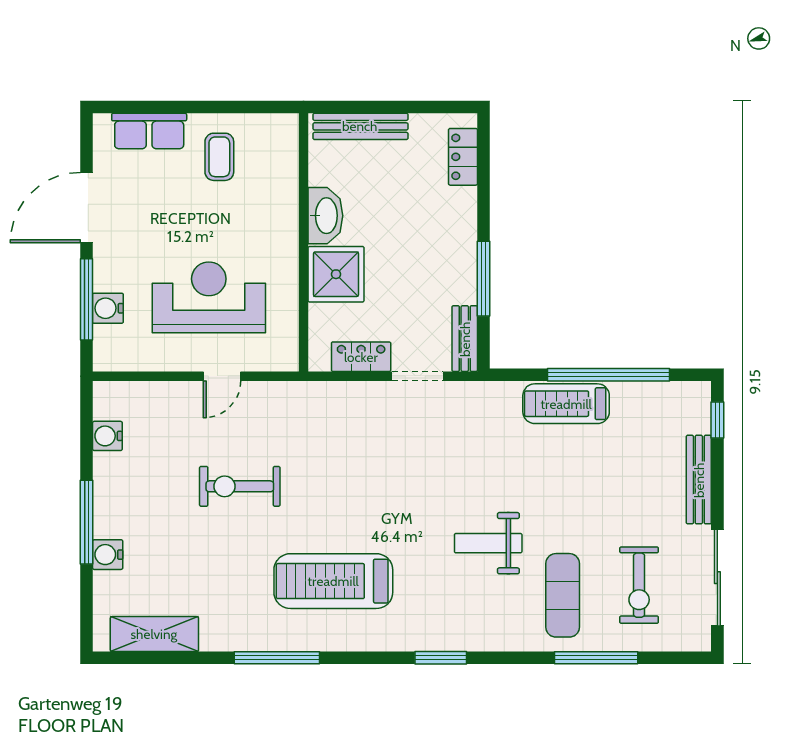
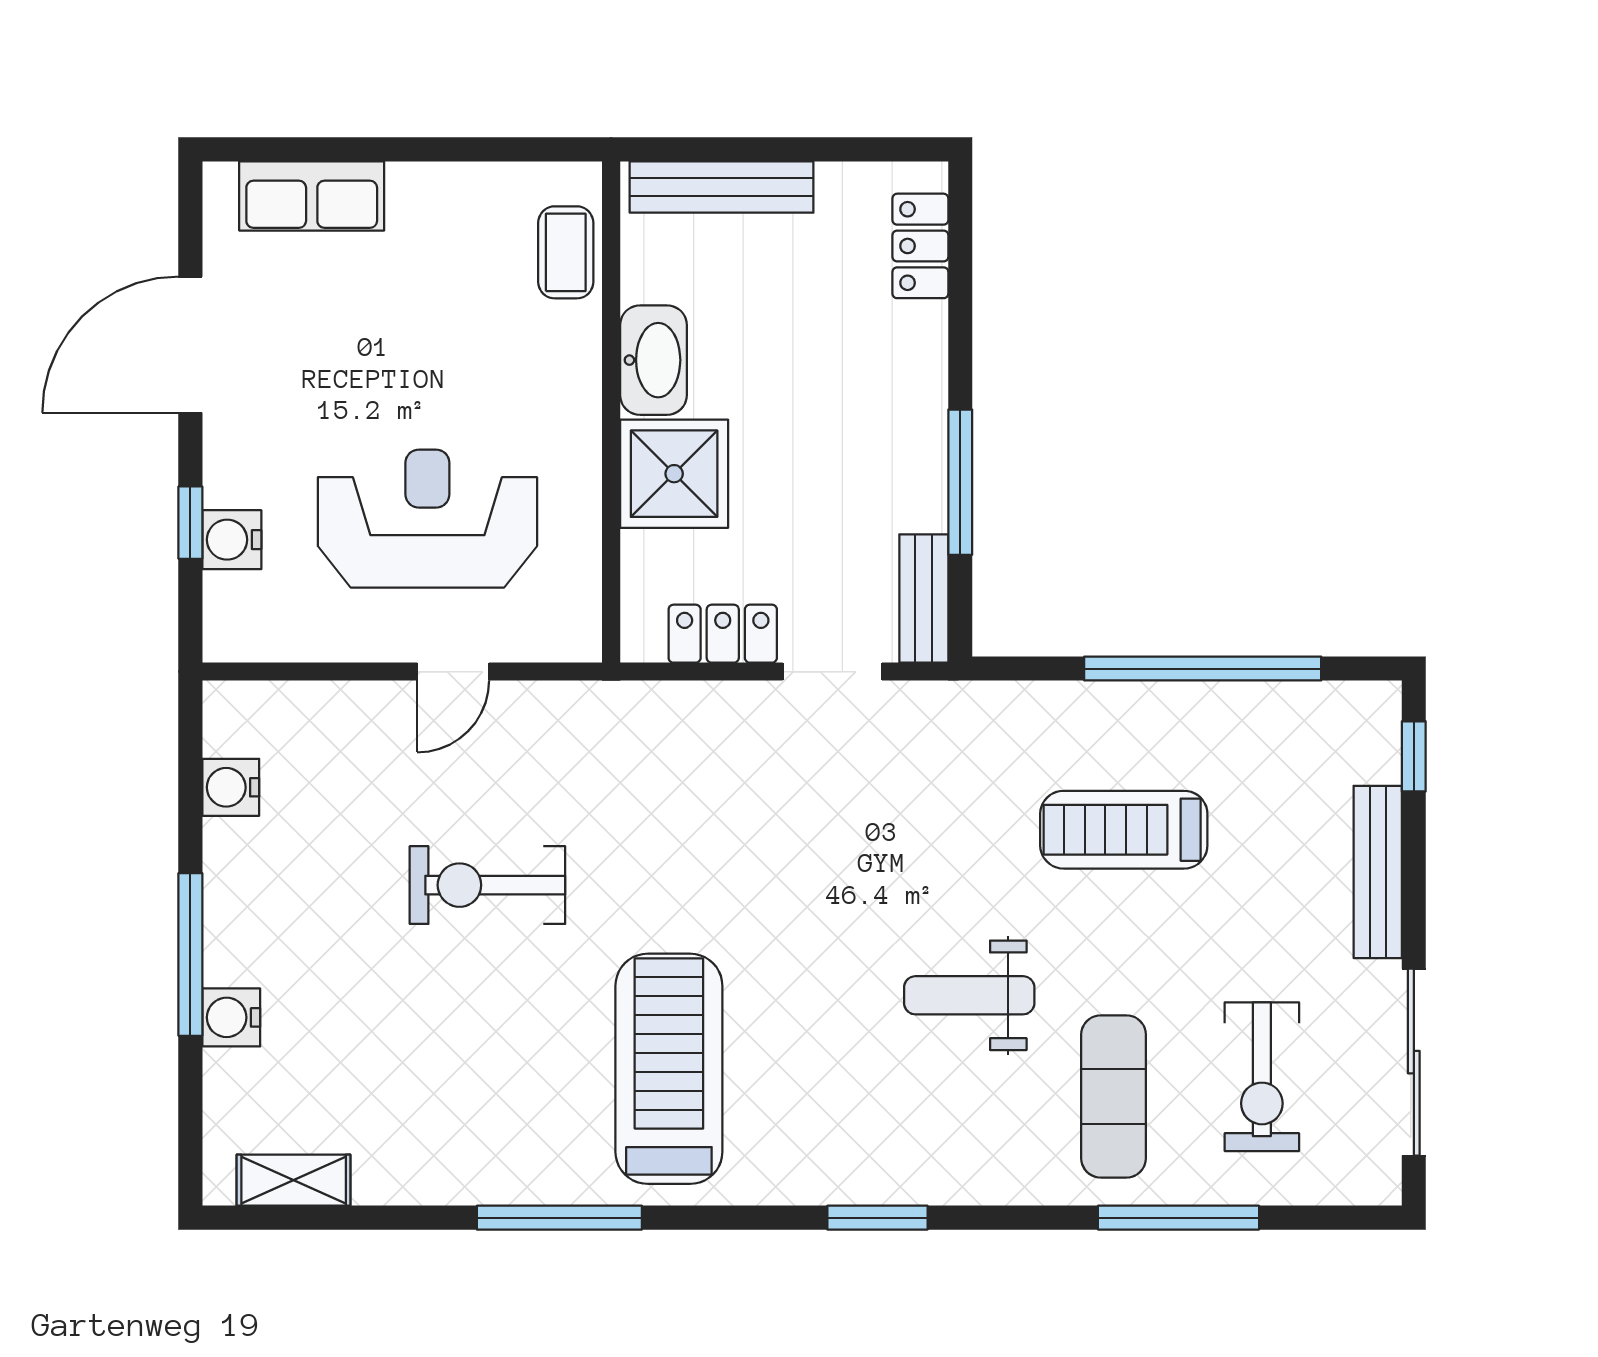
coffee table: (219, 157) -> (566, 252), moved
window: (87, 299) -> (190, 523), width x0.46
treadmill: (566, 404) -> (1124, 830), moved
treadmill: (333, 581) -> (669, 1069), turned 90
shelving: (154, 634) -> (294, 1180), width x0.67, depth x0.75

